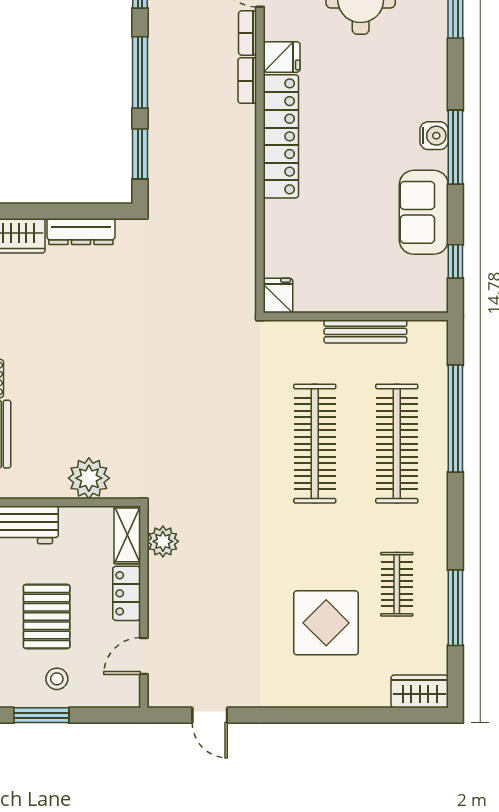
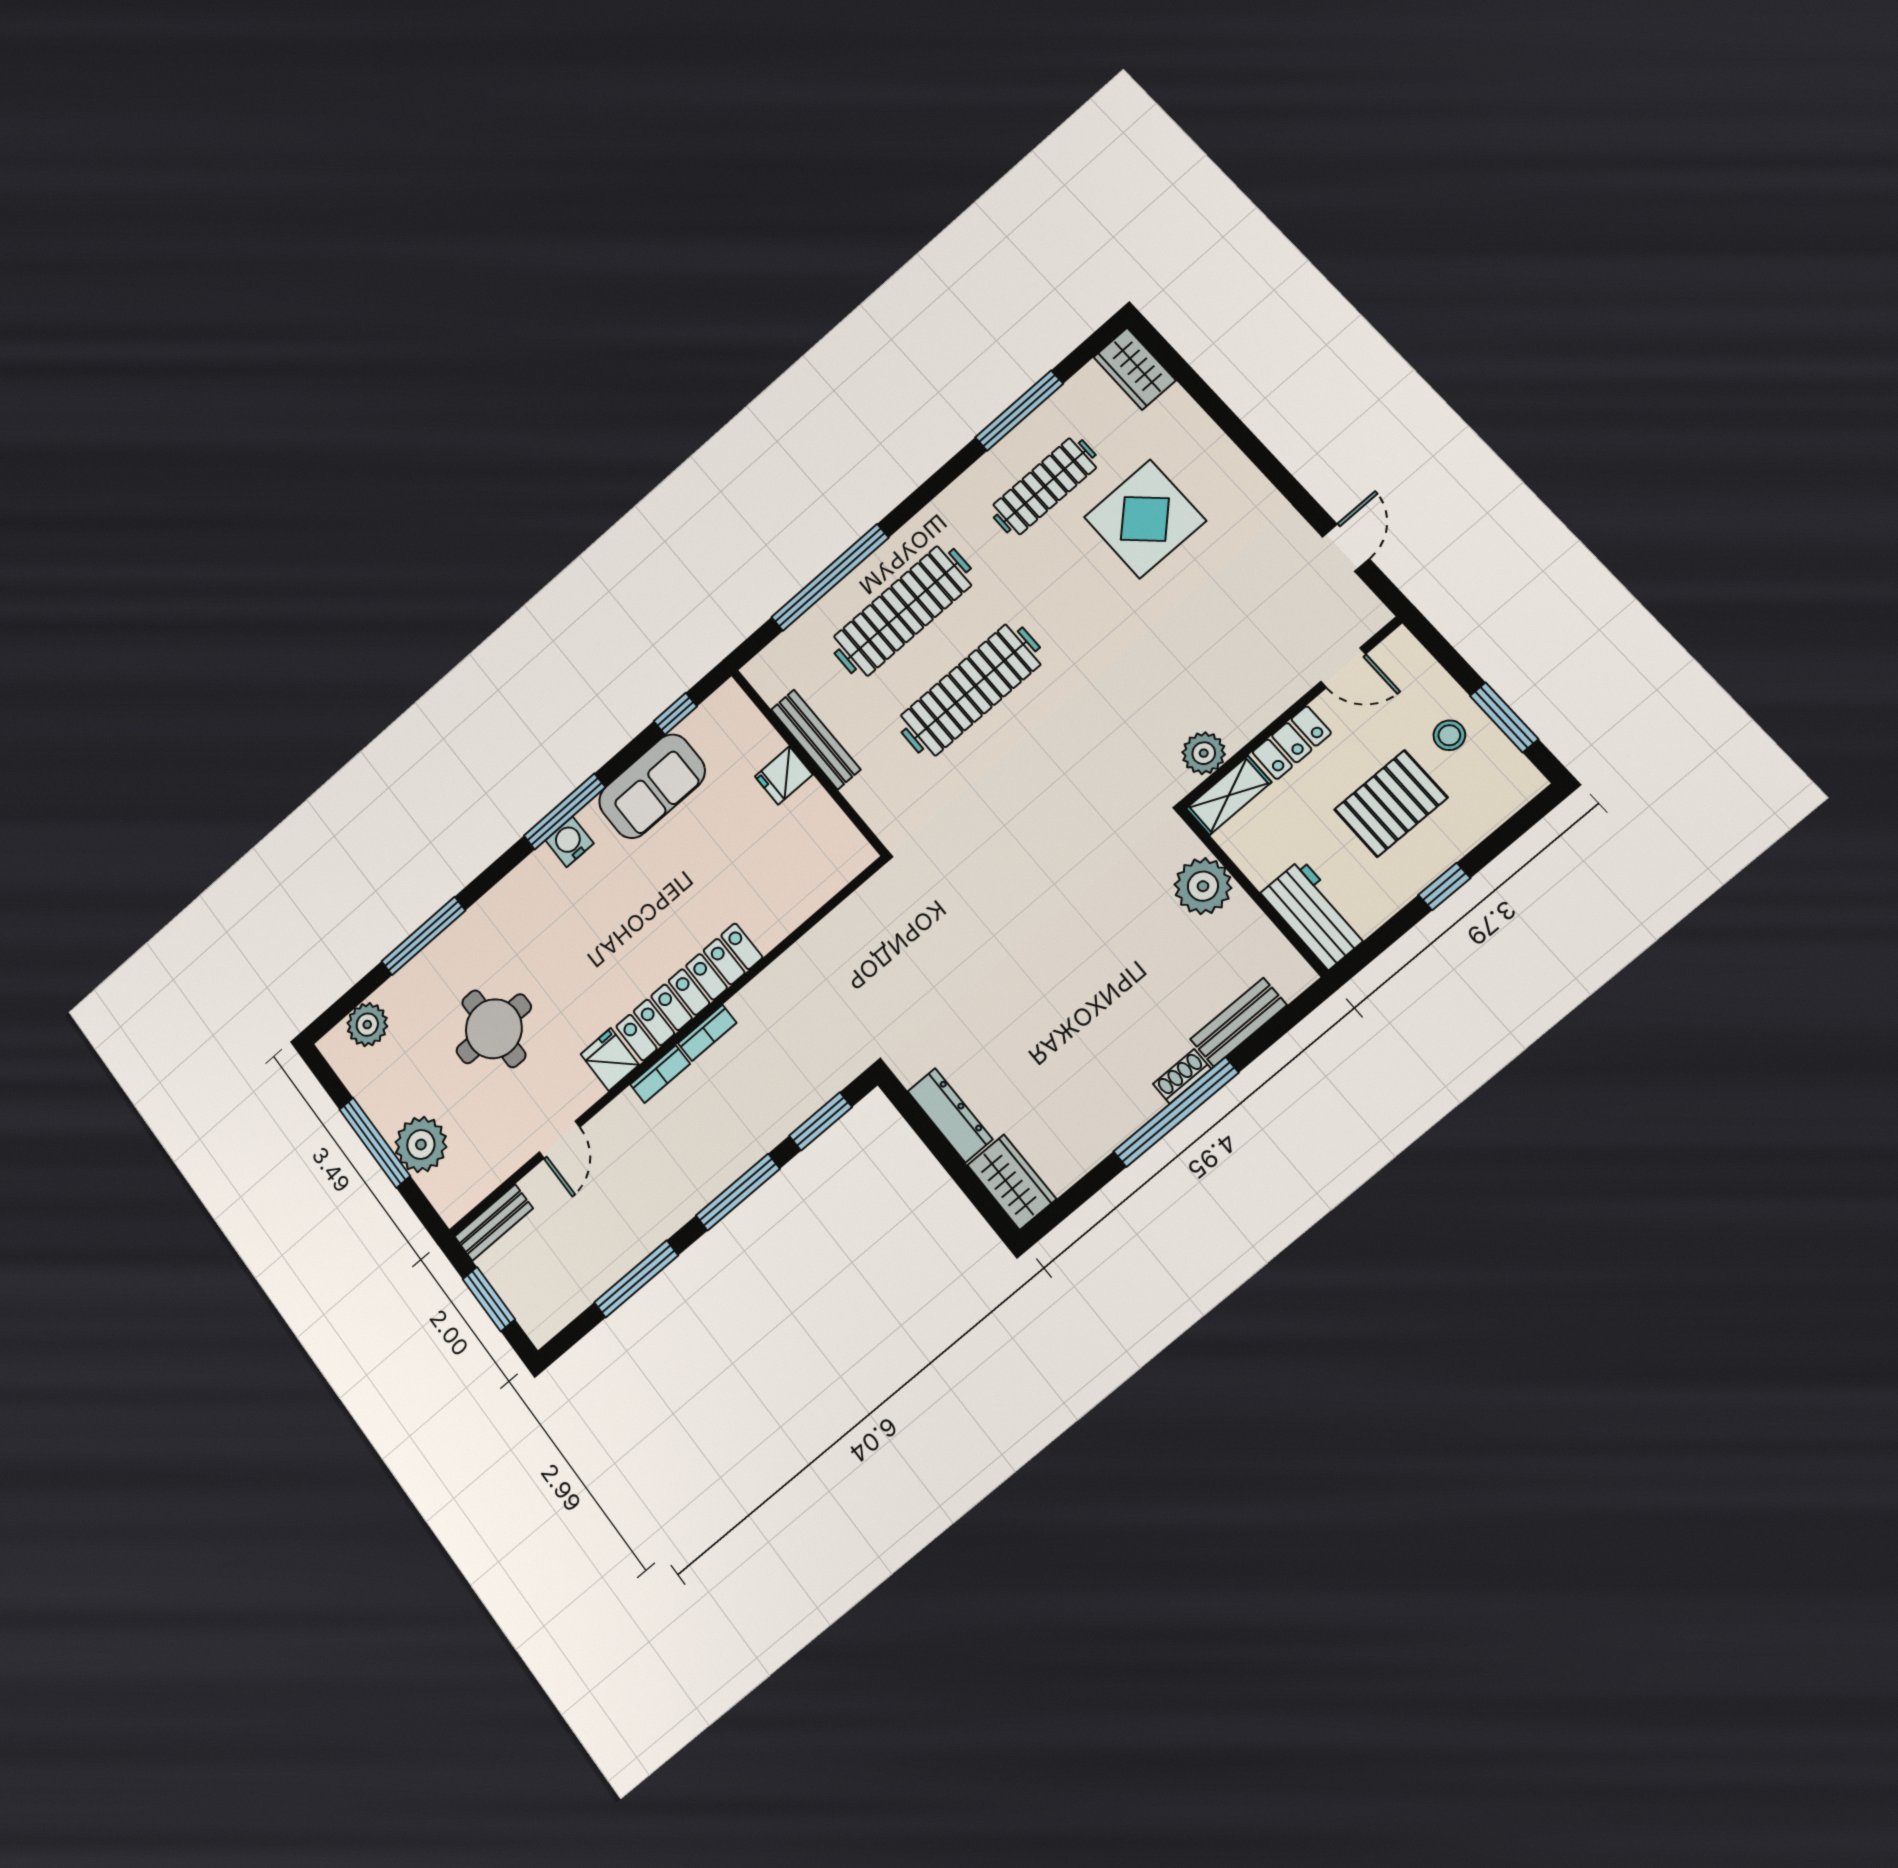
bookcase: (248, 33) -> (707, 1033), moved
fridge: (278, 296) -> (784, 776), moved
clothes rail: (397, 584) -> (1045, 486), width x1.36

